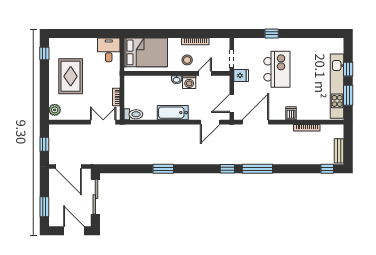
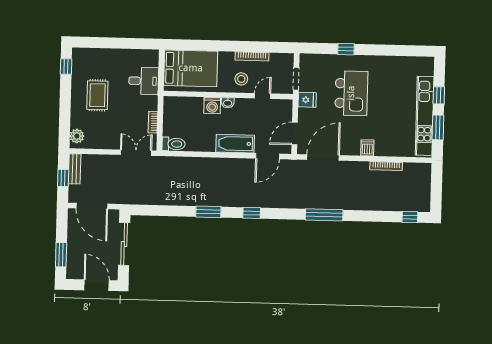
desk: (109, 50) -> (144, 81), moved, turned 90
rug: (71, 76) -> (97, 95), width x0.73, depth x0.70
washing machine: (189, 82) -> (212, 105), moved
bathtub: (173, 113) -> (235, 144), moved
bench: (339, 151) -> (75, 169), moved
window: (227, 169) -> (252, 213), moved

